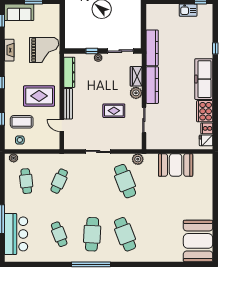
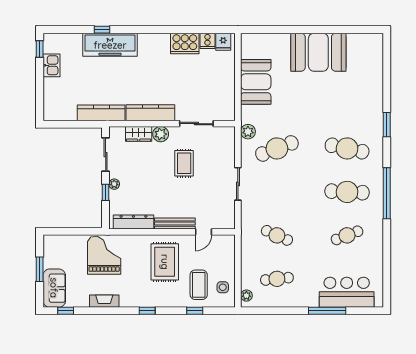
freezer: (204, 79) -> (110, 45), moved
cafe table: (125, 234) -> (347, 148), turned 33
booth: (198, 241) -> (318, 52), moved
window: (143, 264) -> (387, 125), added

